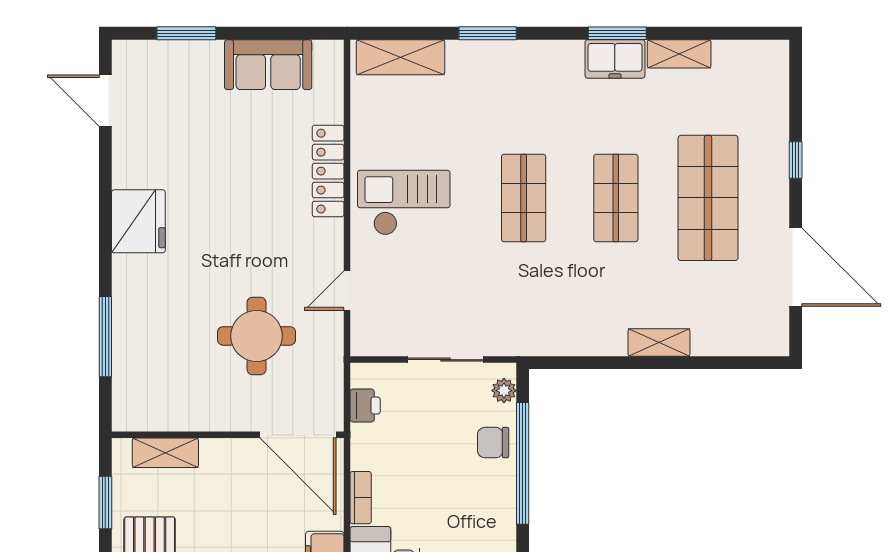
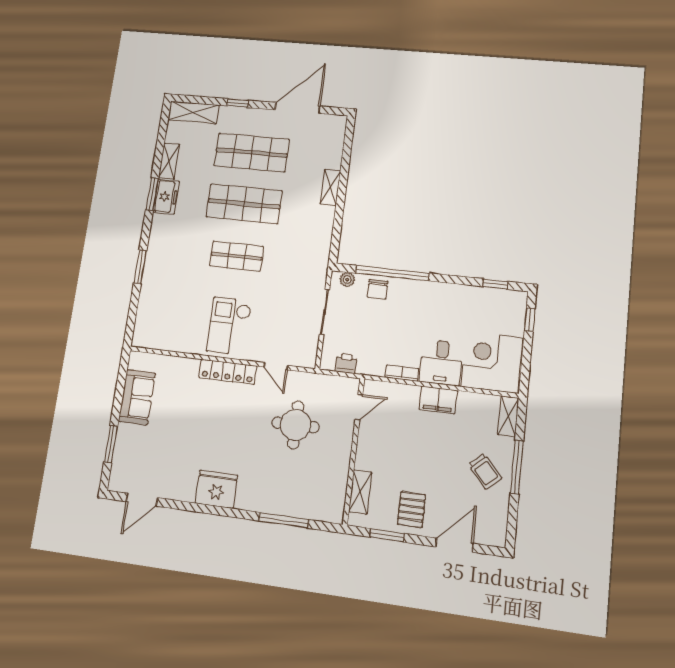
shelving: (400, 57) -> (193, 112), moved, turned 90
locker: (328, 171) -> (228, 372), moved
shop shelf: (616, 198) -> (244, 204), width x1.43, depth x1.36
door: (298, 435) -> (359, 407), width x0.53

